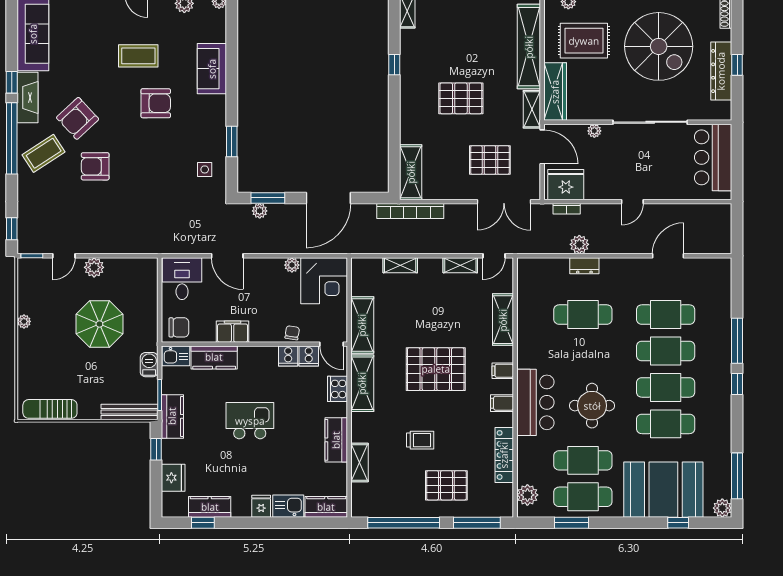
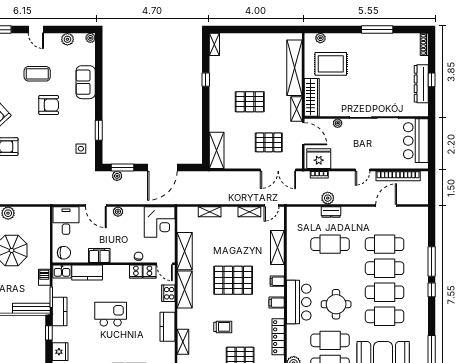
spiral stairs: (659, 46) -> (380, 68), removed
bookcase: (410, 211) -> (398, 176), moved
plant: (292, 265) -> (118, 212), moved

